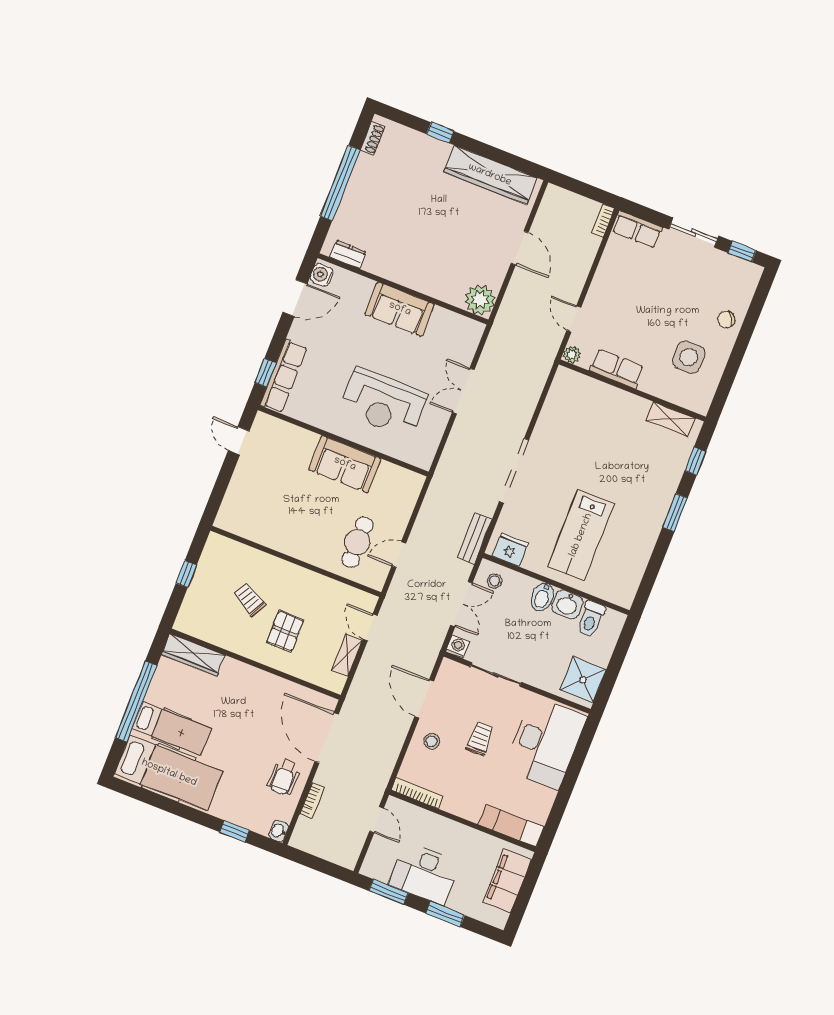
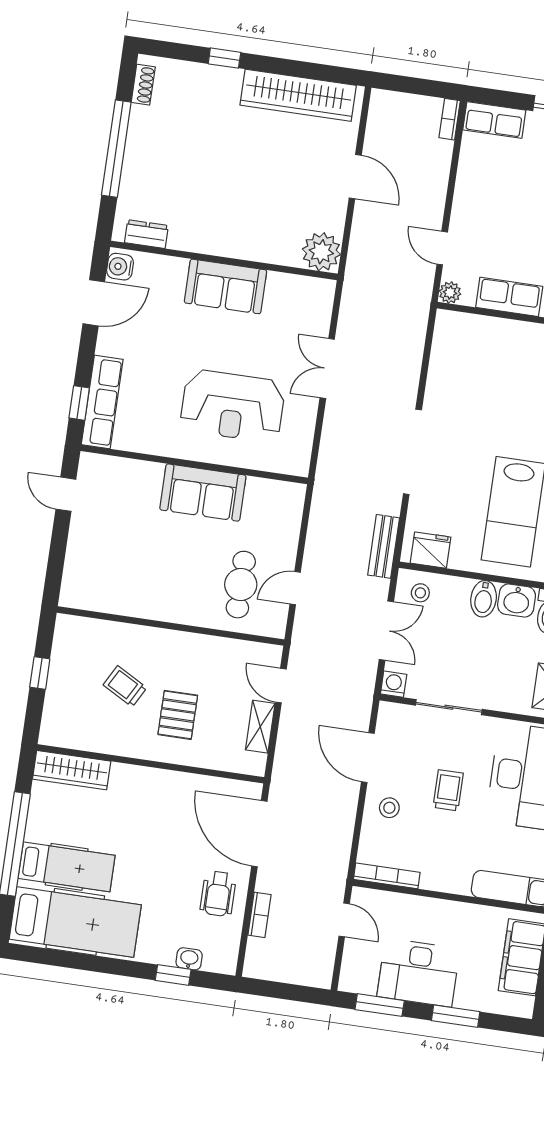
washbasin: (279, 831) -> (189, 959), moved, turned 90

